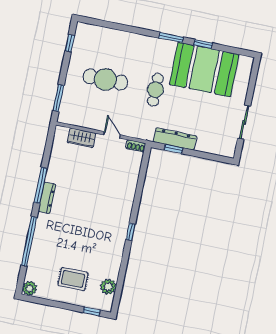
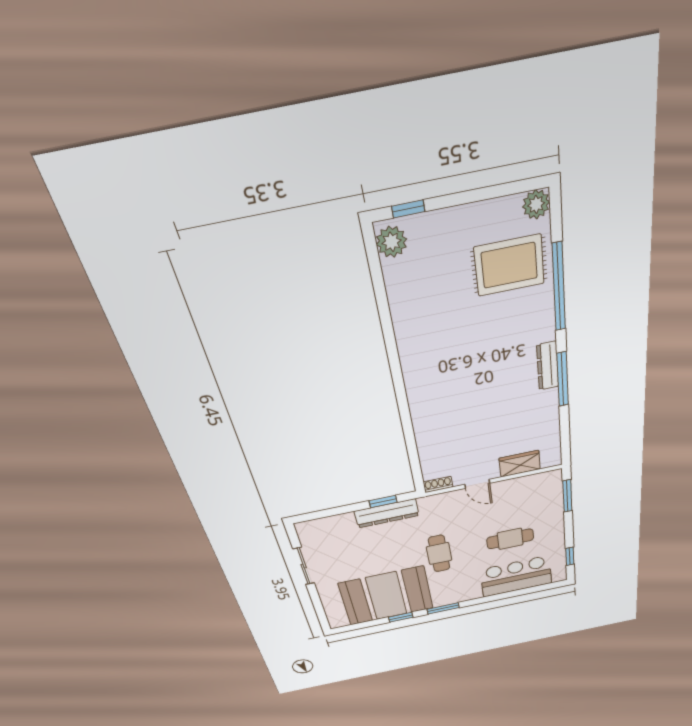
bar counter: (111, 43) -> (516, 576), added
cafe table: (105, 79) -> (510, 539), width x0.73, depth x0.74
window: (131, 232) -> (396, 371), removed
rug: (73, 279) -> (509, 265), moved, width x1.36, depth x1.43
plant: (108, 287) -> (391, 242), moved

